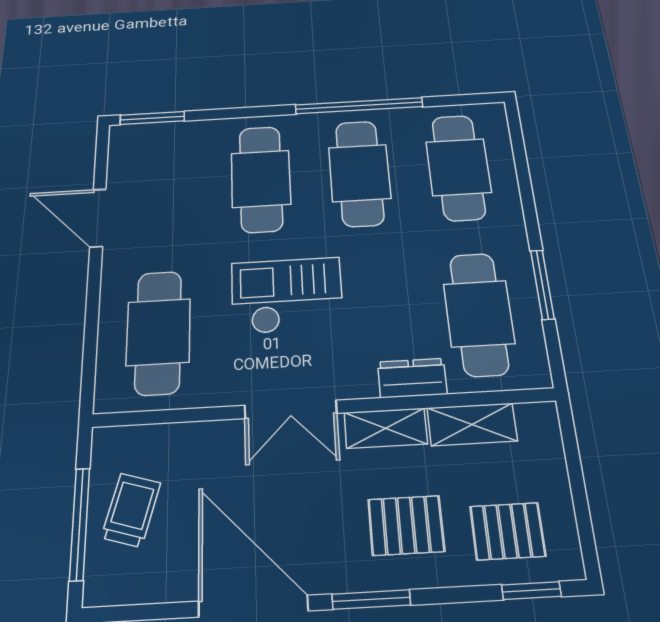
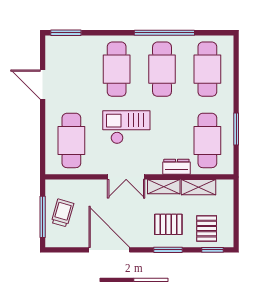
pallet: (508, 531) -> (207, 229), turned 90
window: (371, 600) -> (168, 250), moved

